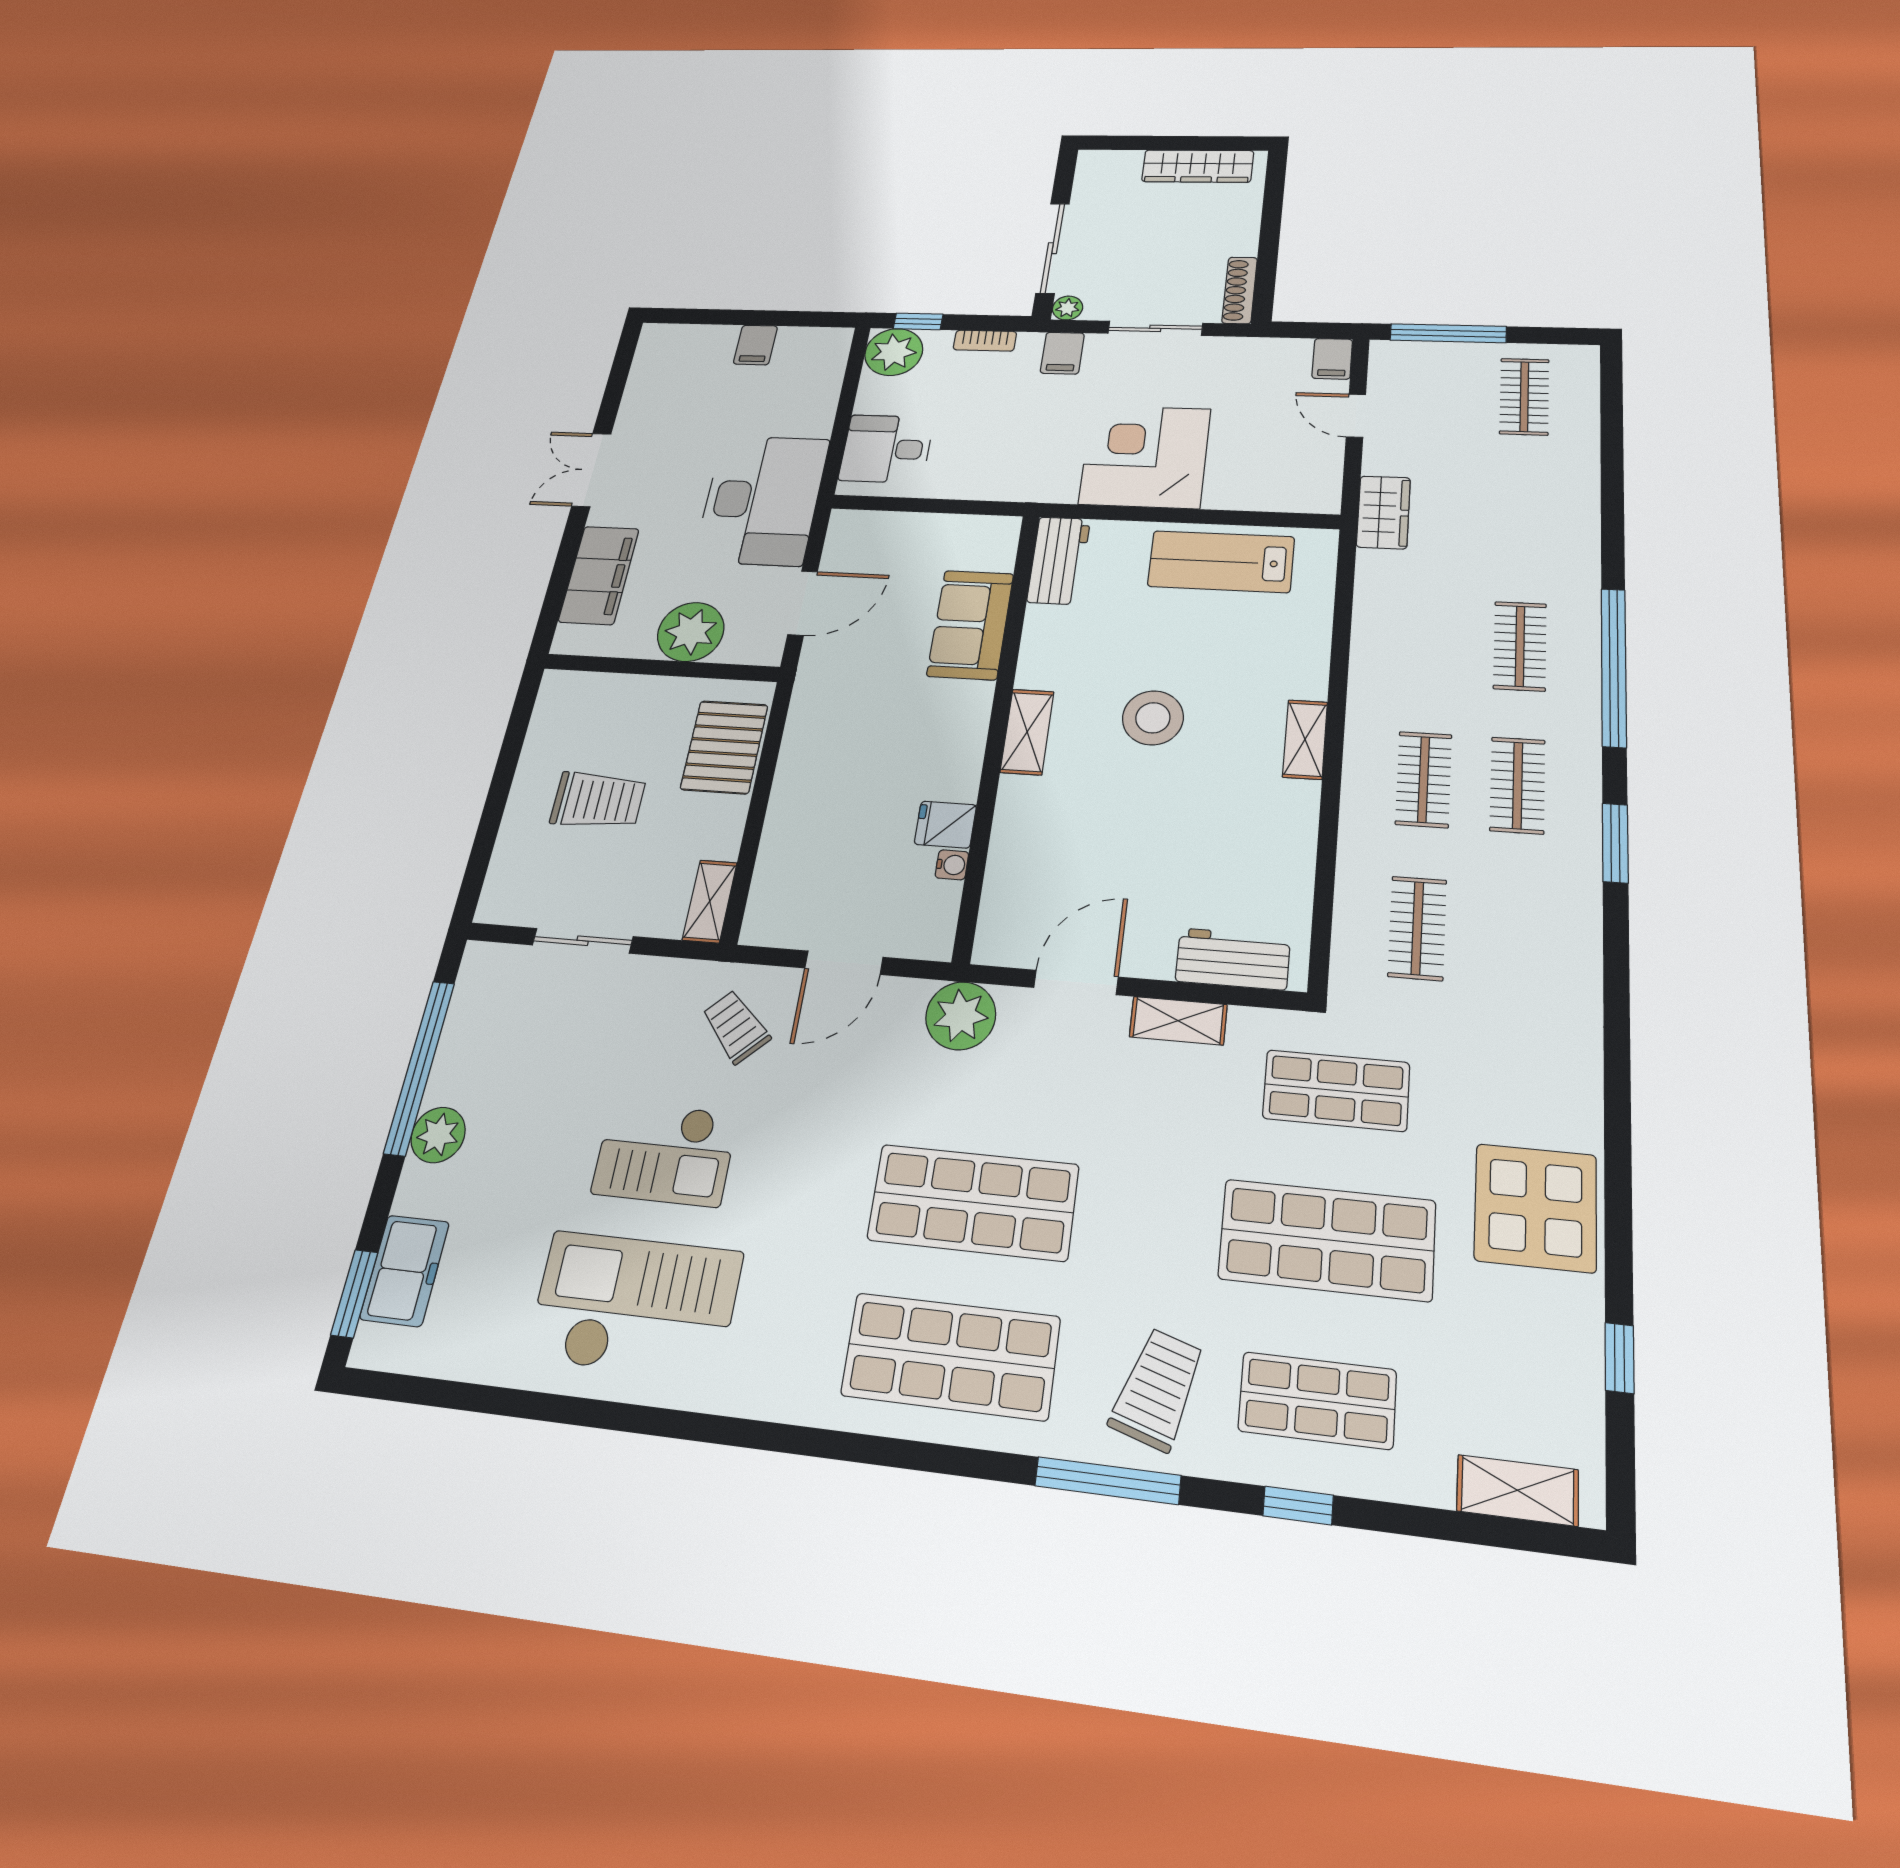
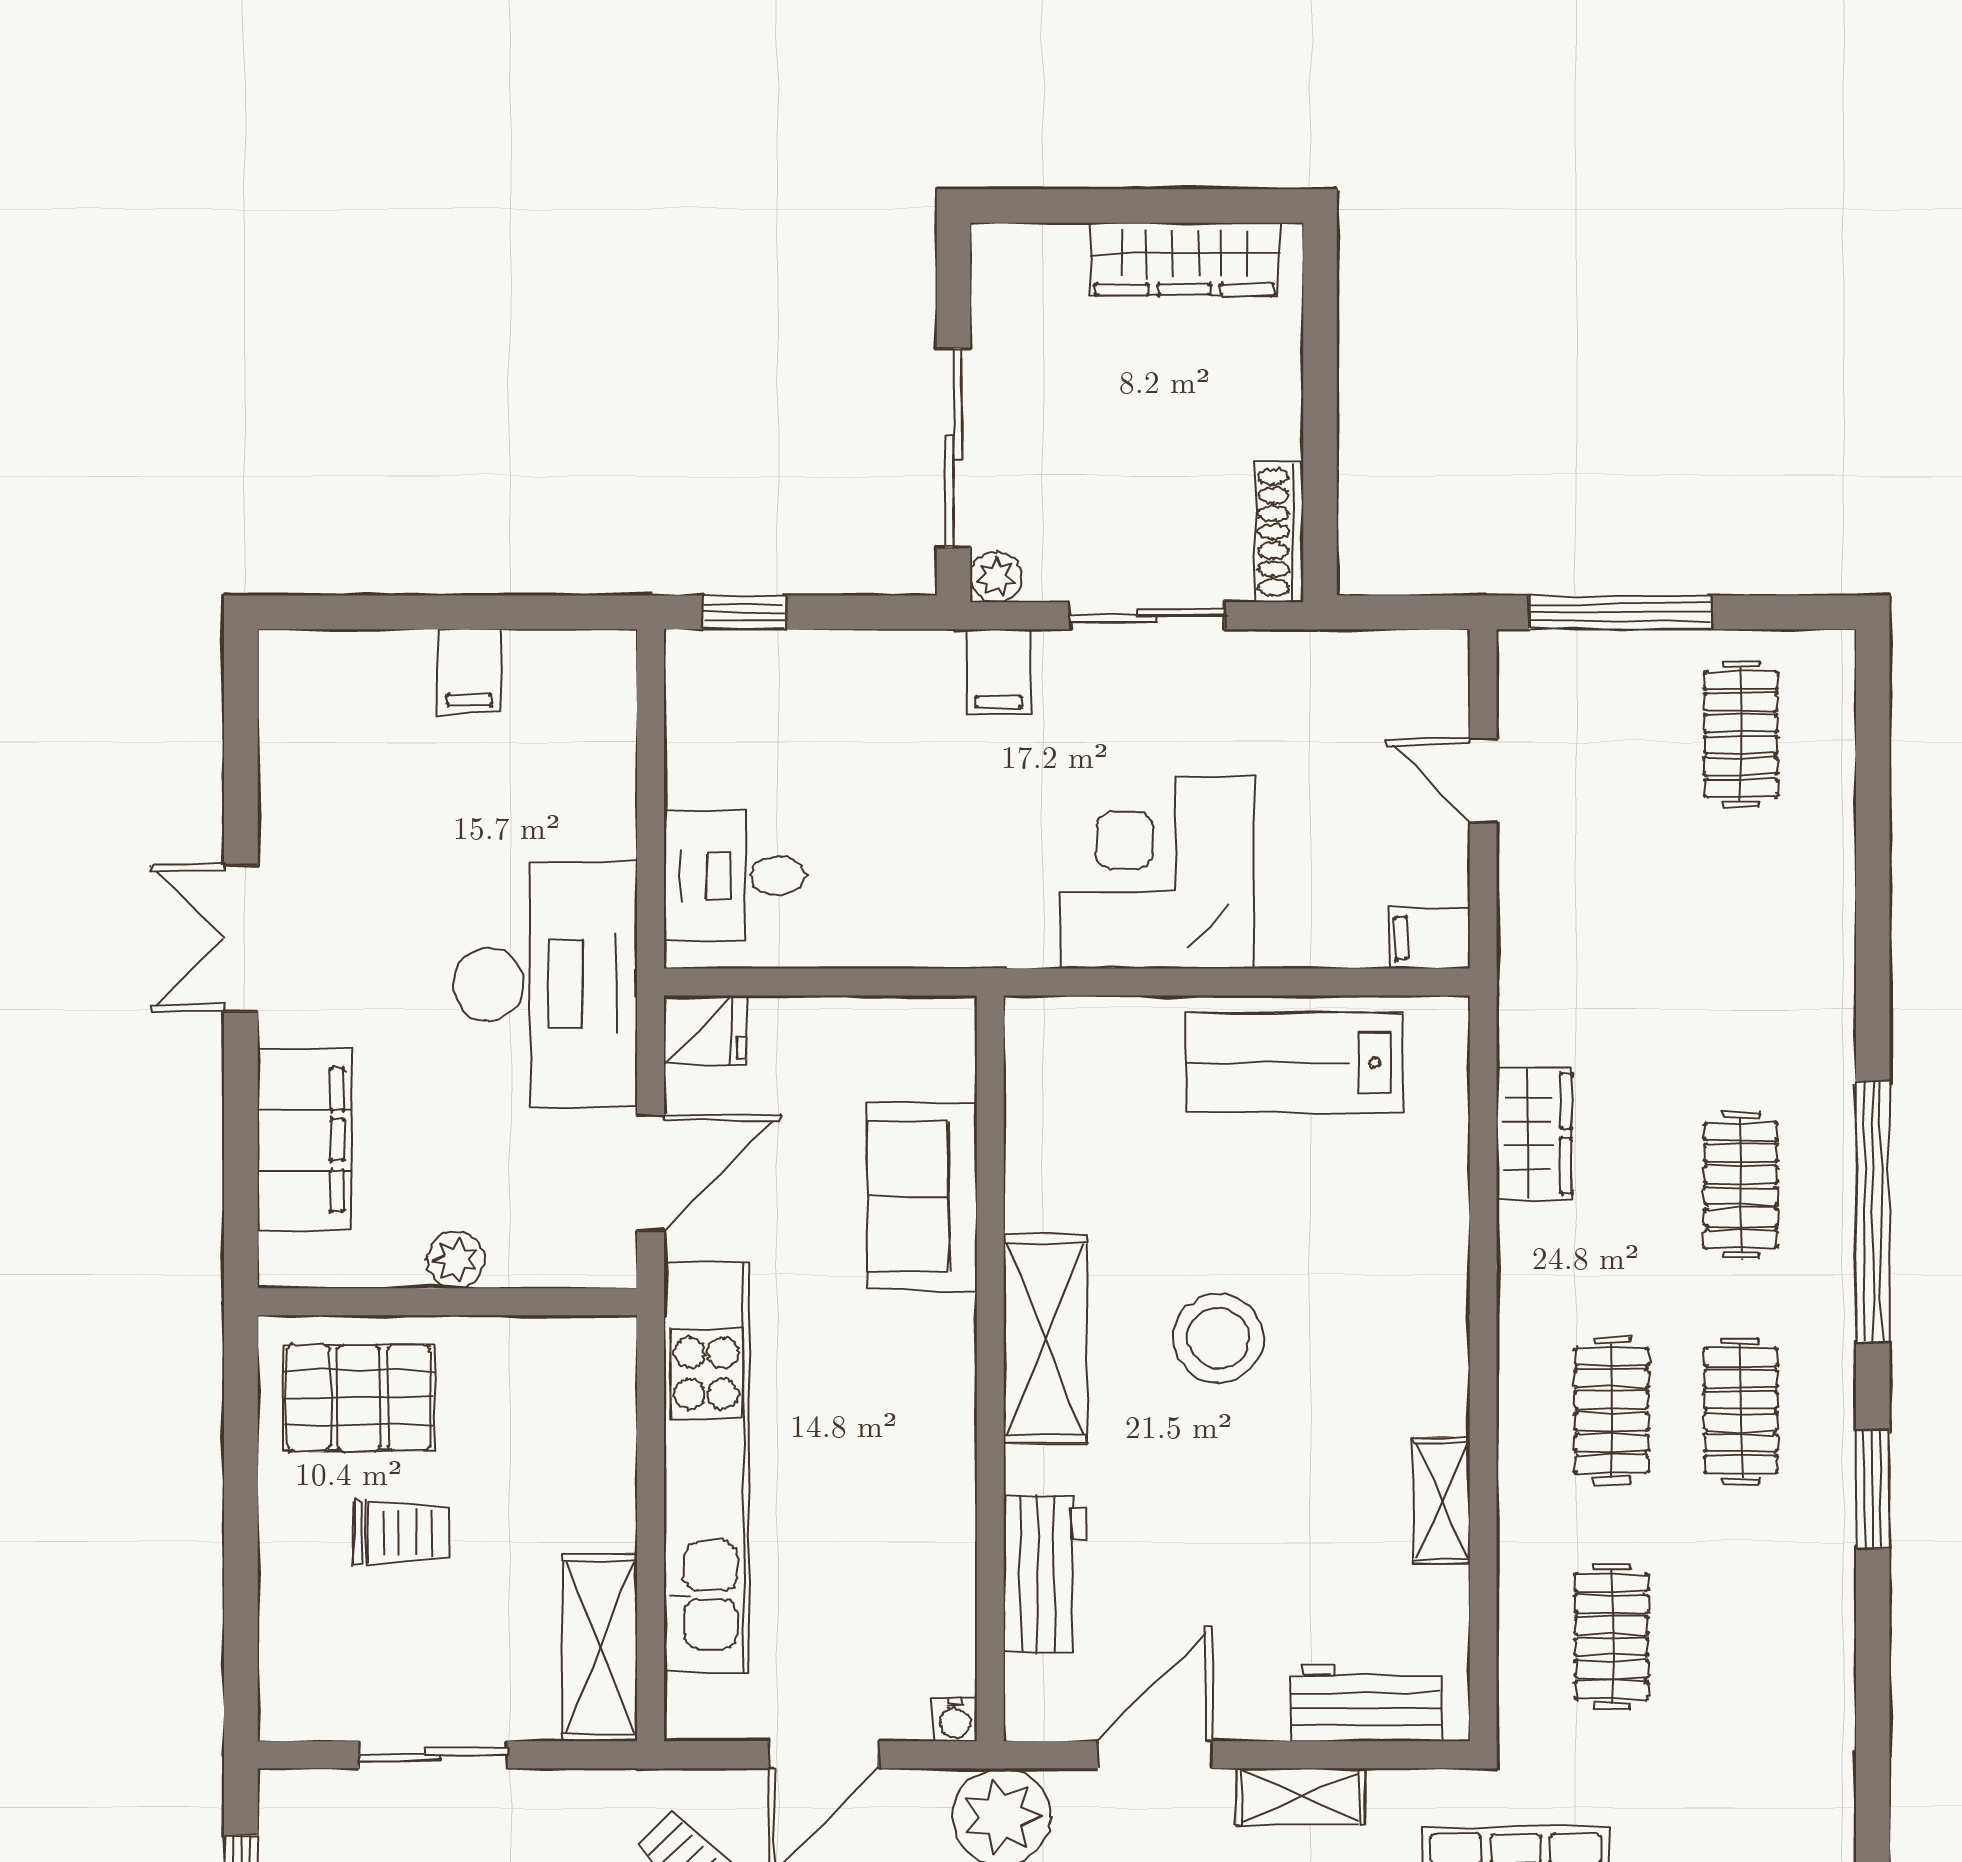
bookcase: (985, 341) -> (865, 650), removed
plant: (894, 352) -> (713, 678), removed
filing cabinet: (1332, 359) -> (1429, 938), moved, turned 90
wardrobe: (1383, 512) -> (1534, 1133), moved
workbench: (1059, 560) -> (1044, 1574), moved
plant: (691, 632) -> (456, 1260), width x0.53, depth x0.53
shelving: (1027, 732) -> (1045, 1339), width x1.50, depth x1.33
shelving: (1305, 739) -> (1442, 1501), moved
pallet: (724, 747) -> (359, 1398), moved, turned 90
kitchen unit: (802, 775) -> (706, 1468), added
trolley: (598, 800) -> (401, 1532), width x0.73, depth x0.72
fridge: (945, 825) -> (705, 1030), moved, turned 180
water cooler: (952, 865) -> (955, 1719), moved, turned 90
shelving: (710, 901) -> (600, 1648), width x1.50, depth x1.33

